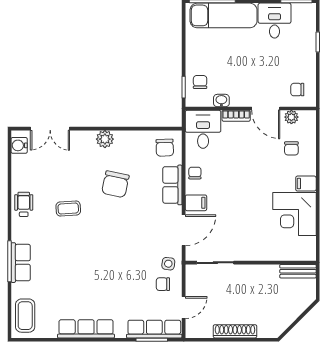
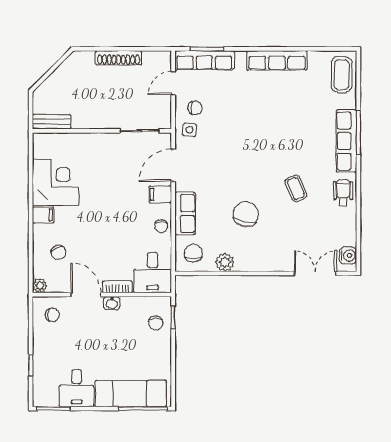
washbasin: (221, 101) -> (112, 303), moved
plant: (291, 117) -> (40, 286), moved
plant: (105, 139) -> (225, 262), moved
chair: (291, 148) -> (59, 252), turned 152
wheelchair: (24, 204) -> (343, 193), turned 180
coffee table: (68, 208) -> (296, 188), turned 72
row of seats: (21, 263) -> (346, 141), width x1.48

